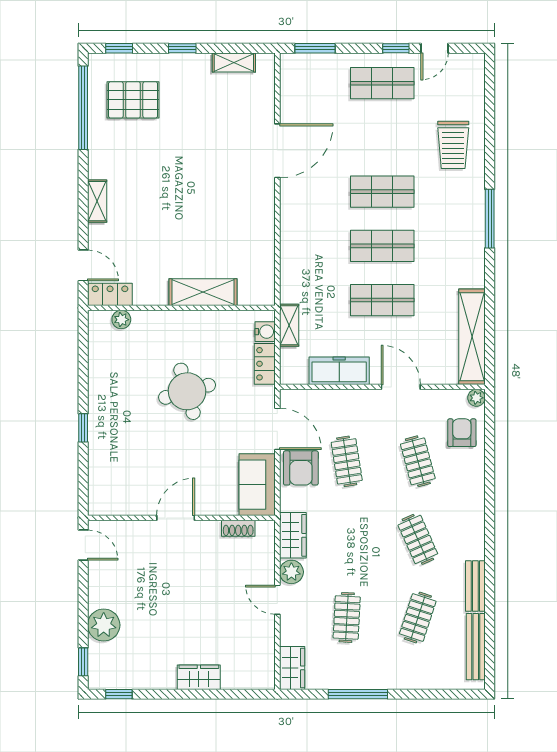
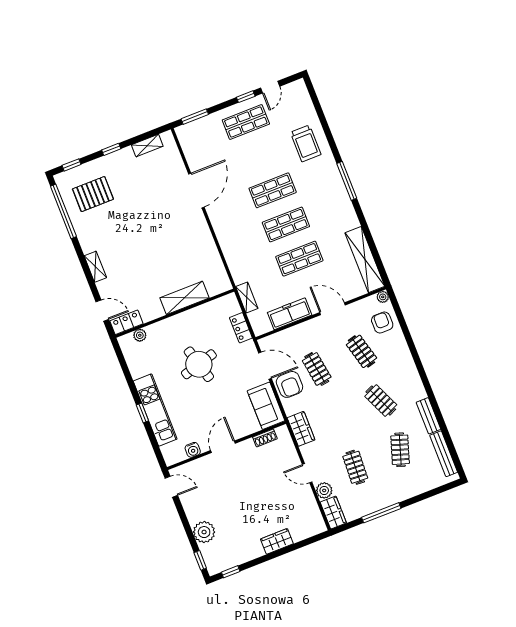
water cooler: (265, 332) -> (193, 450), moved, turned 90
kitchen unit: (102, 431) -> (155, 410), added
plant: (291, 572) -> (324, 490), moved

